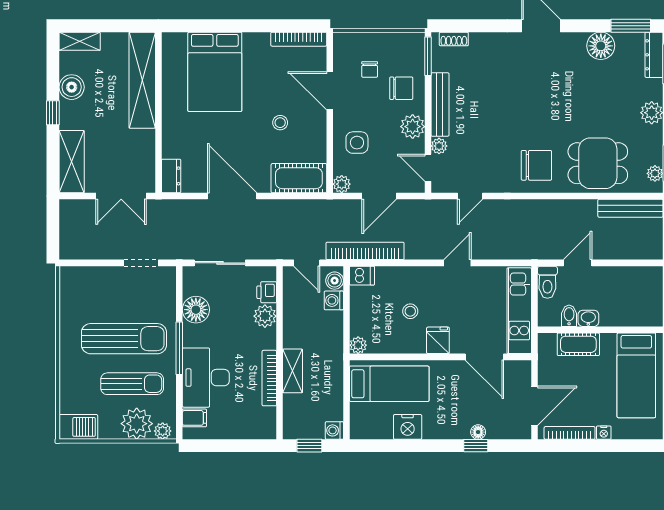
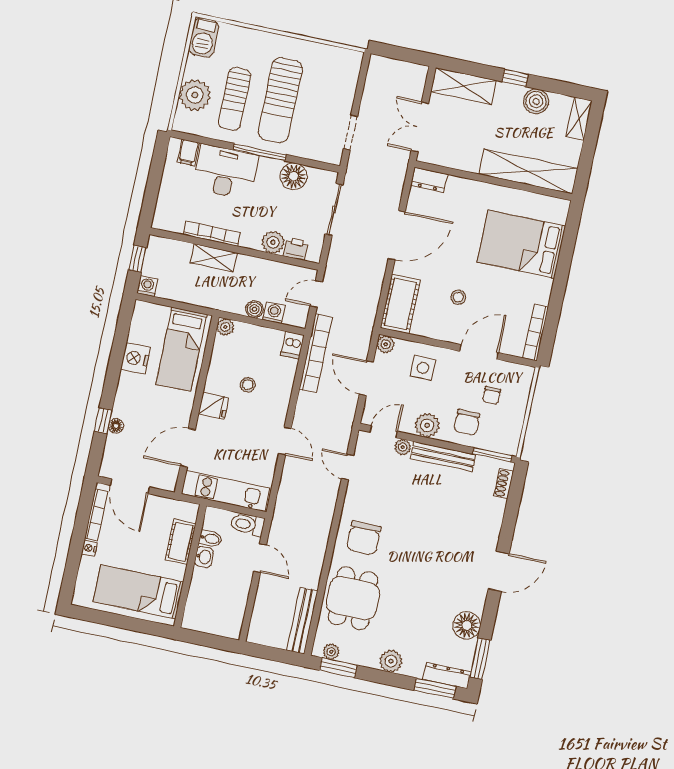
chair: (370, 69) -> (492, 395), turned -90
boiler: (335, 281) -> (254, 309), moved
plant: (163, 431) -> (182, 119), removed

